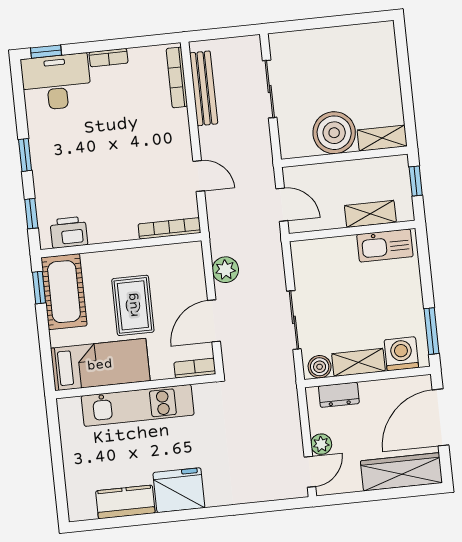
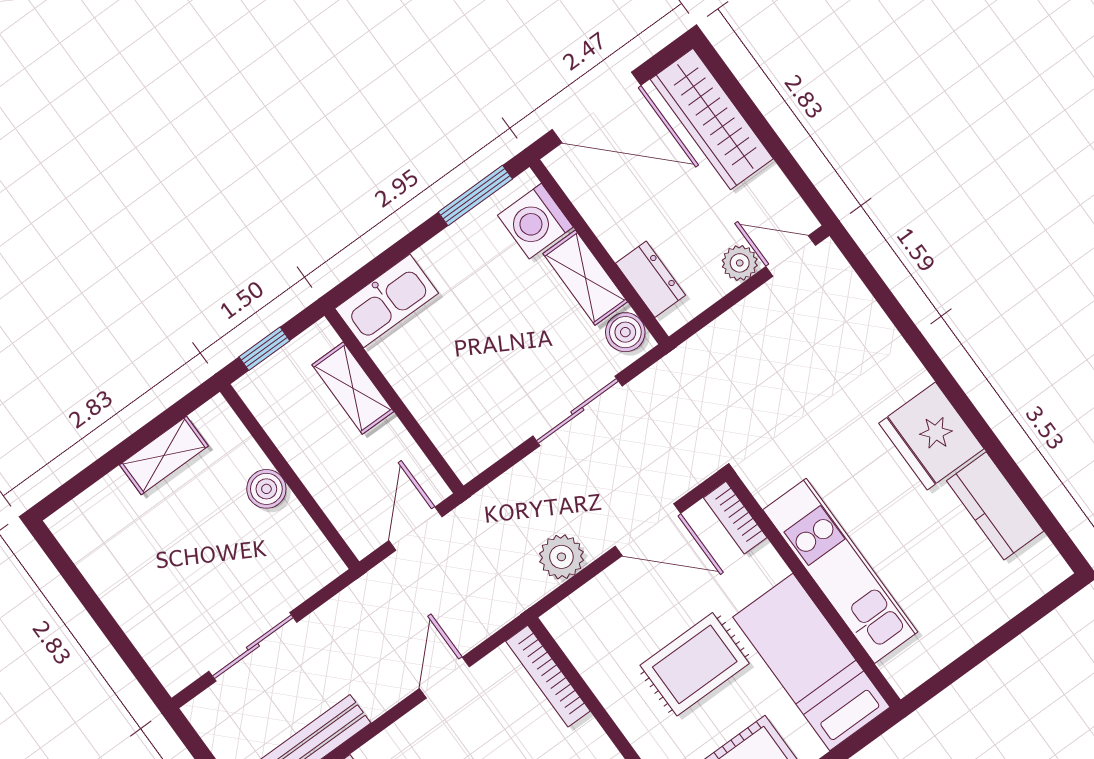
boiler: (334, 133) -> (266, 489), width x0.54, depth x0.54
shelving: (382, 138) -> (164, 455), moved, turned 90
kitchen sink: (385, 245) -> (387, 301), moved, turned 90

